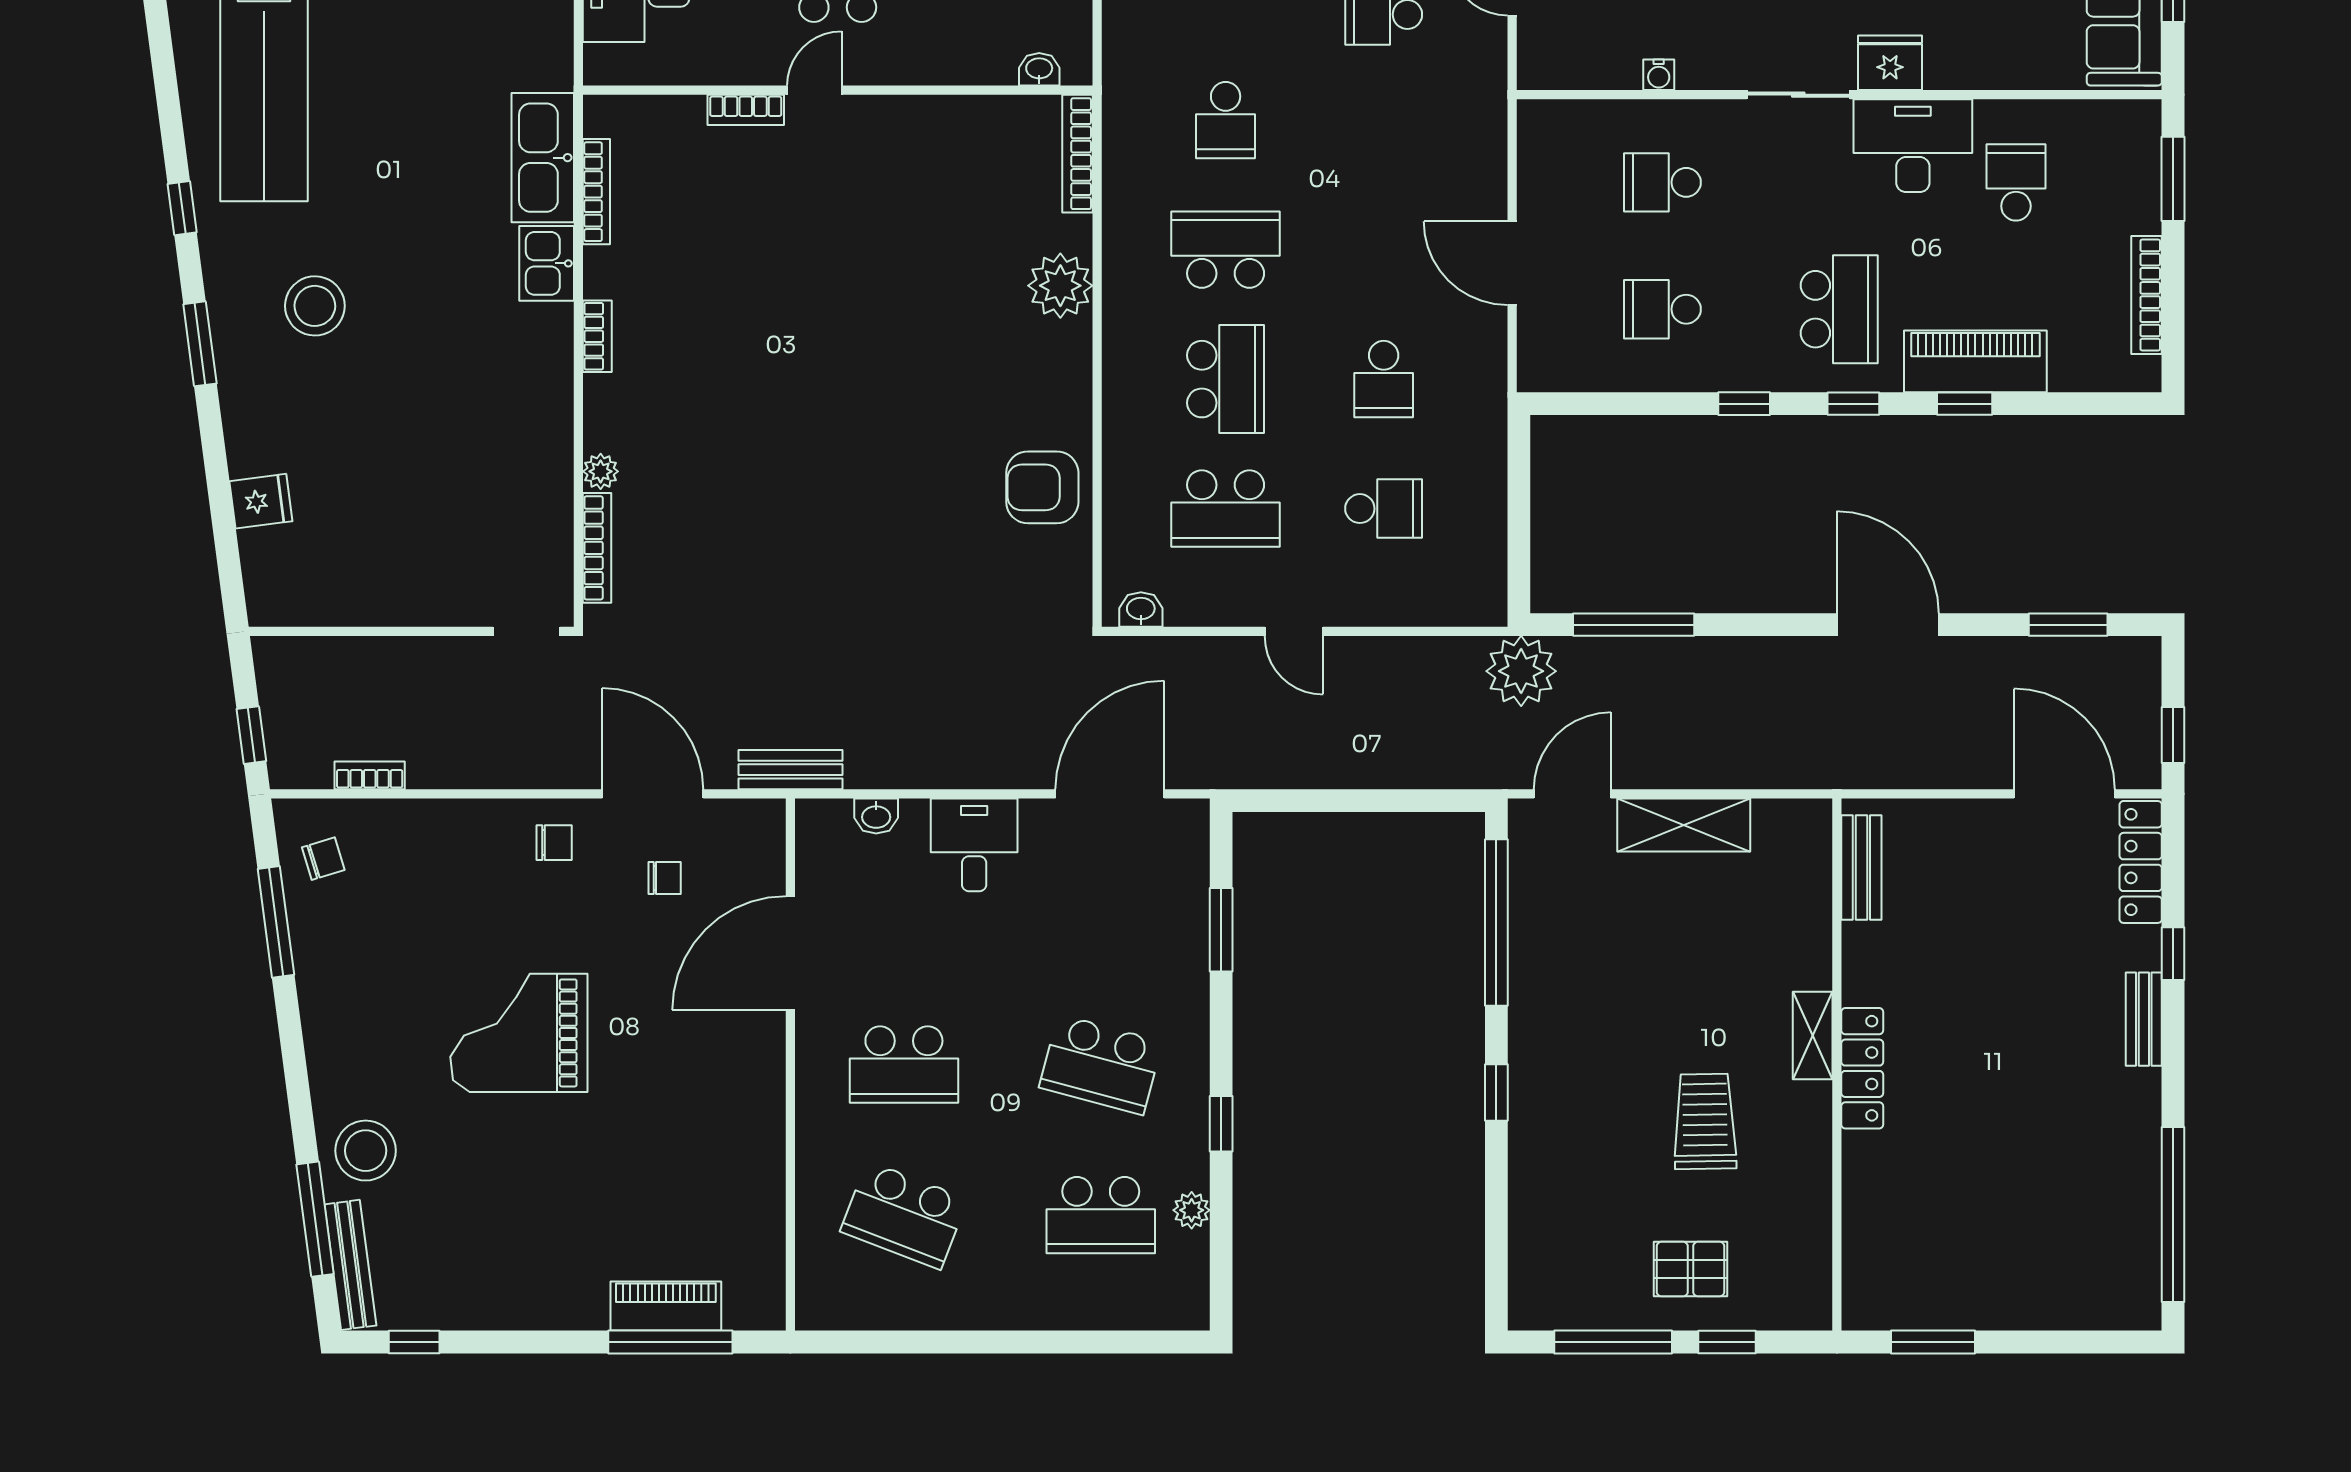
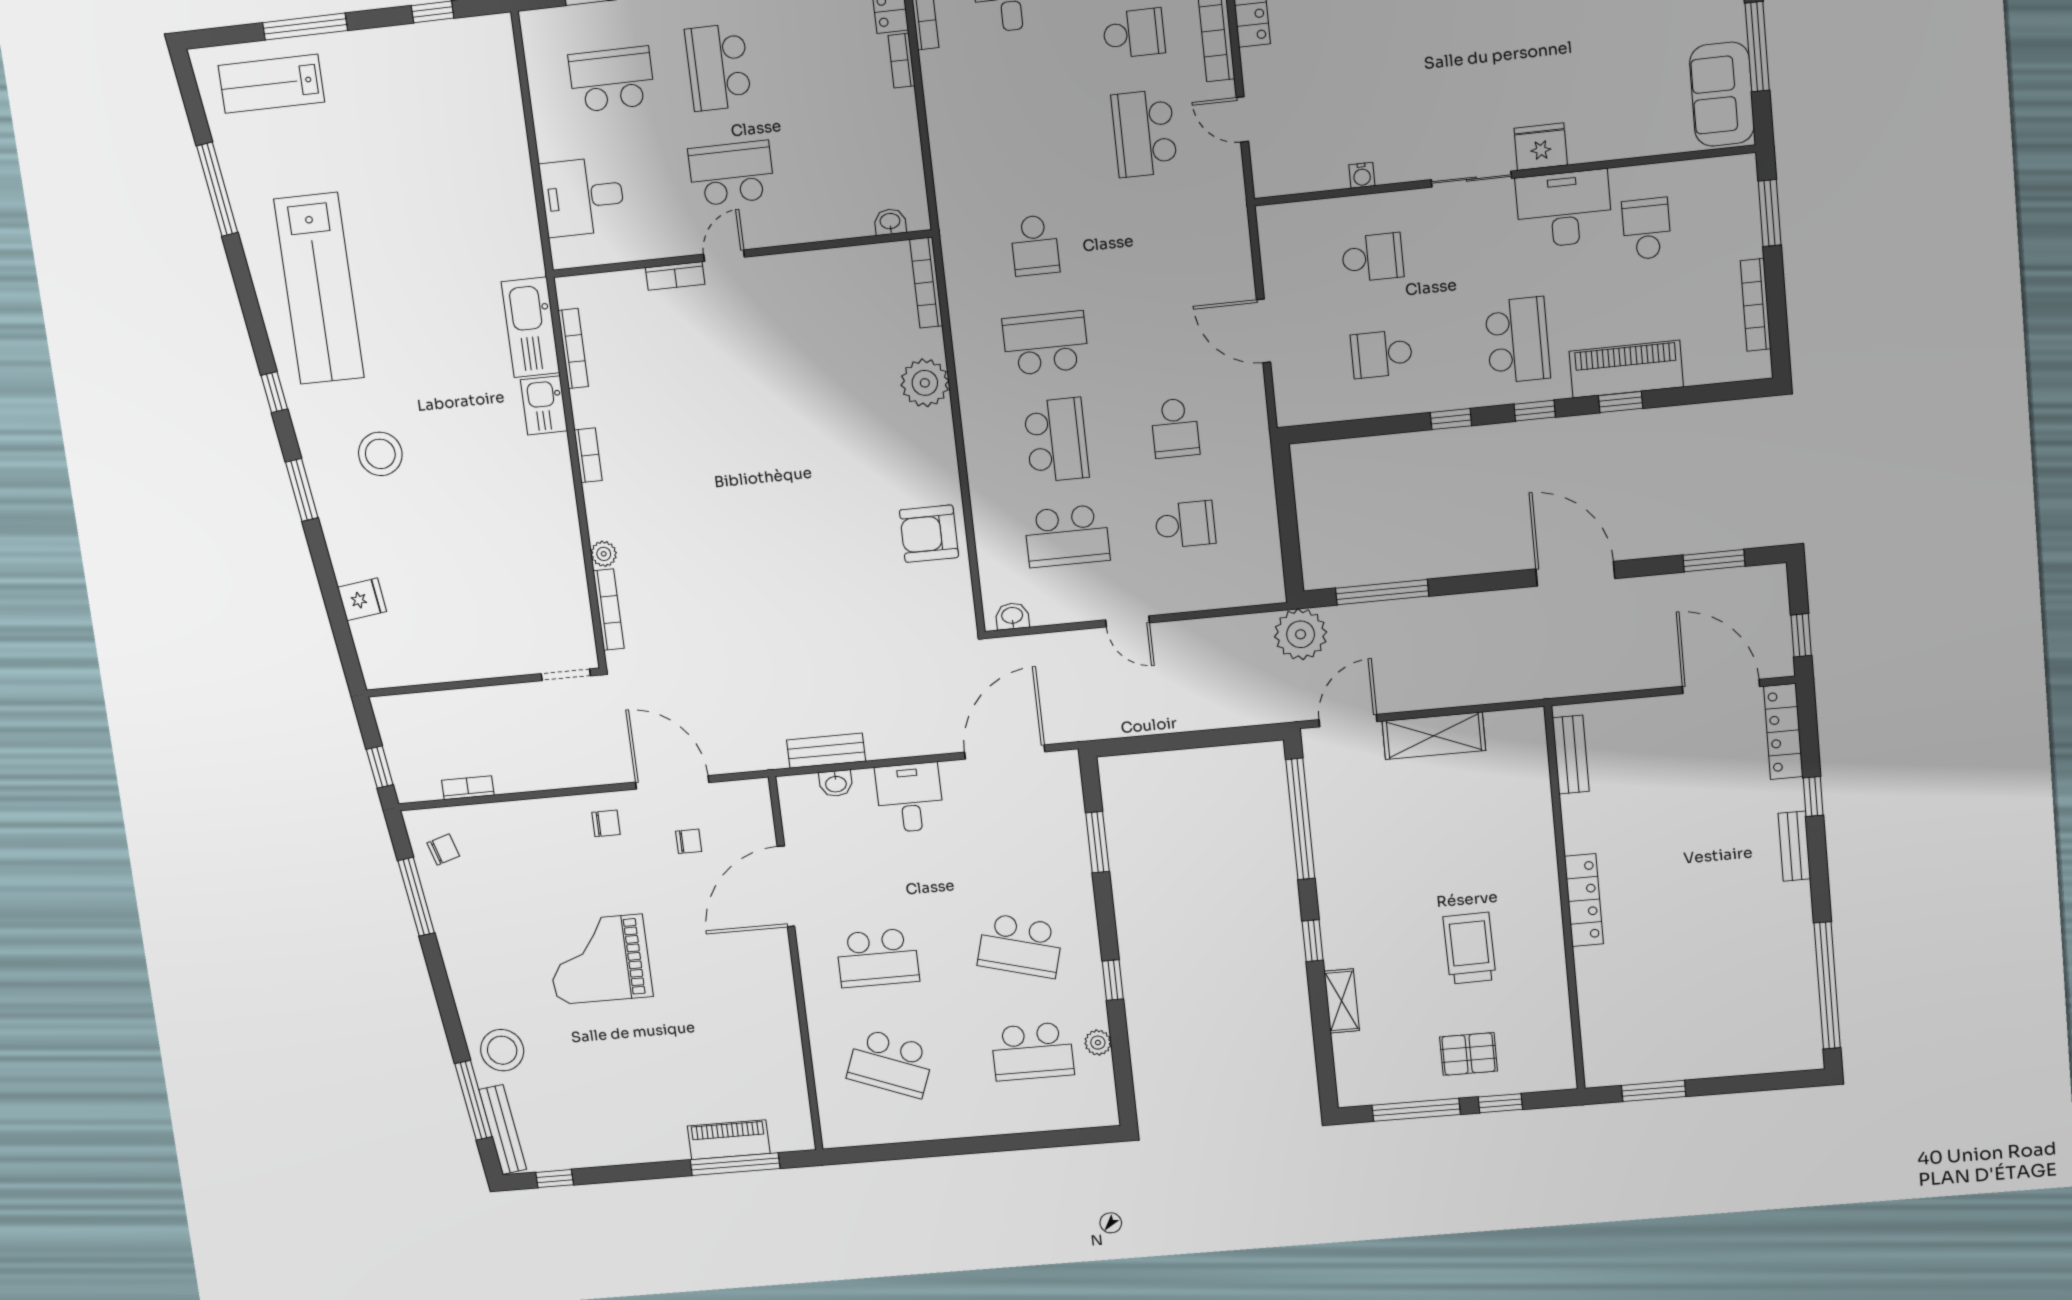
school desk: (1662, 182) -> (1373, 258), turned 180
bench: (791, 770) -> (826, 751), moved
shelving: (1813, 1036) -> (1342, 1001), moved

